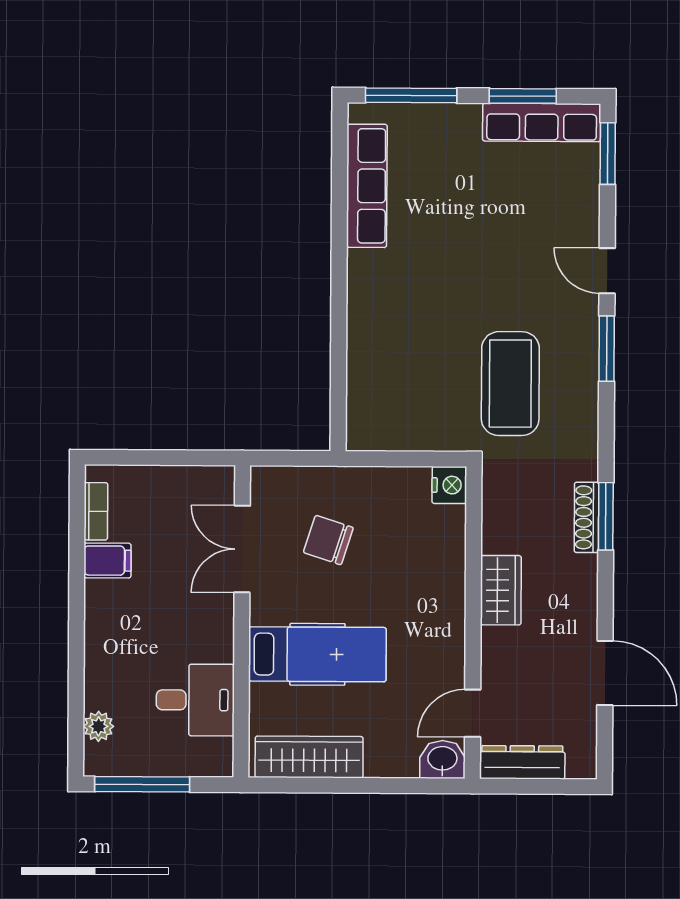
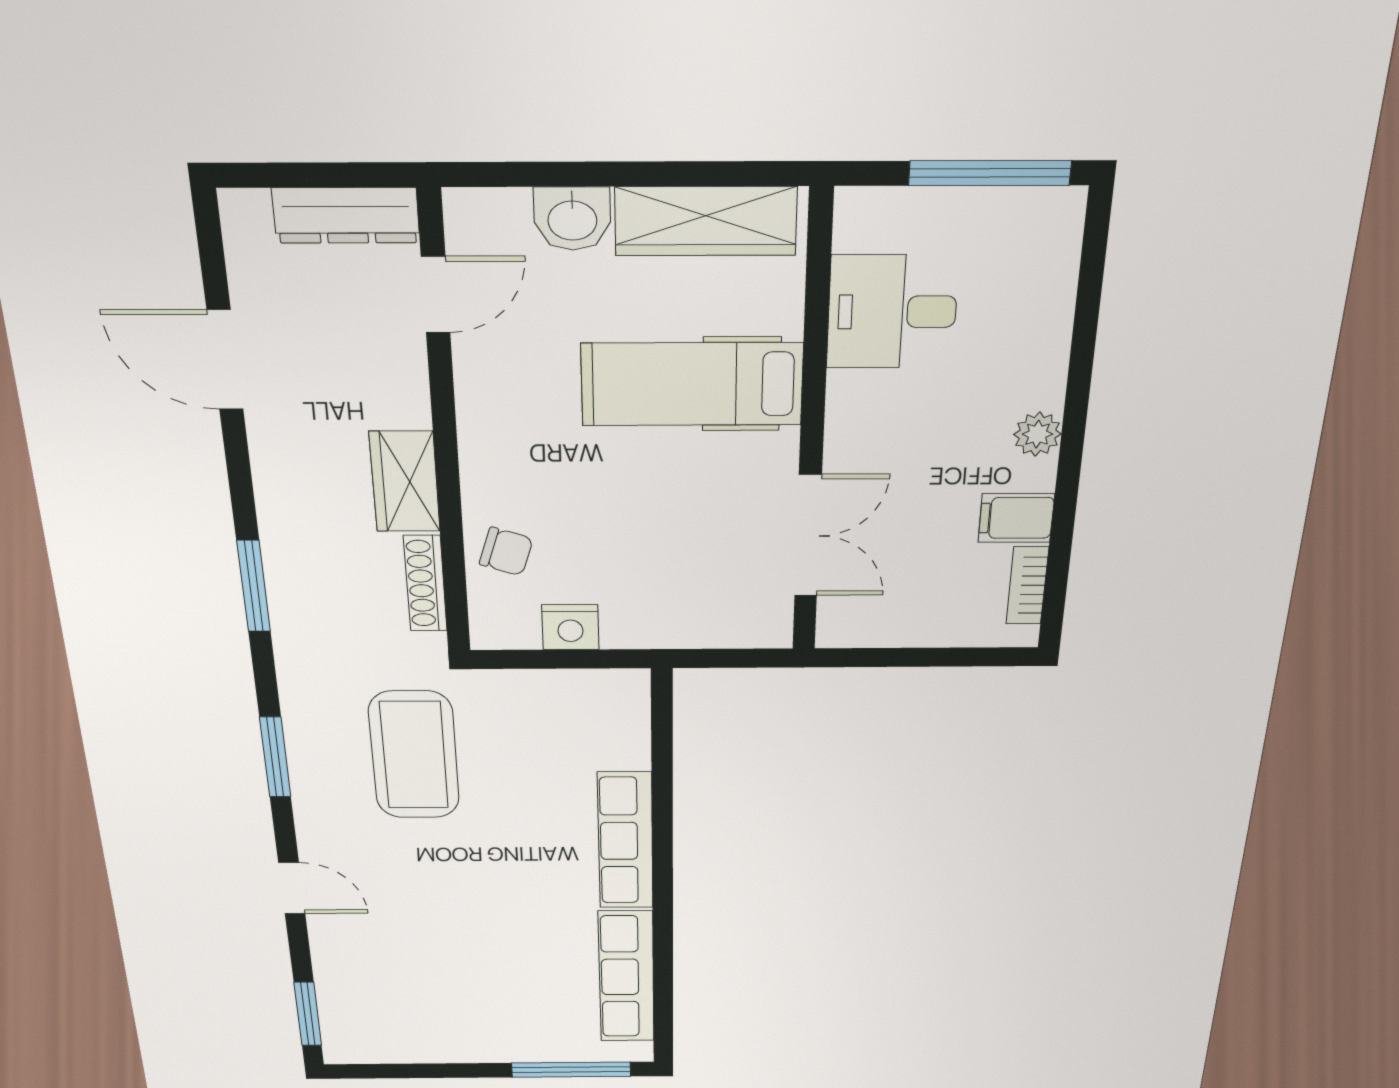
window: (523, 96) -> (426, 1071), removed
row of seats: (542, 122) -> (625, 841), moved, turned -90
window: (607, 349) -> (275, 757), moved
nightstand: (449, 485) -> (570, 627), moved, turned -90
shoe rack: (586, 517) -> (425, 583), moved, turned 180
chair: (328, 540) -> (506, 552), moved, width x0.73, depth x0.73
plant: (99, 726) -> (1037, 434), moved
washbasin: (442, 759) -> (572, 219), moved

